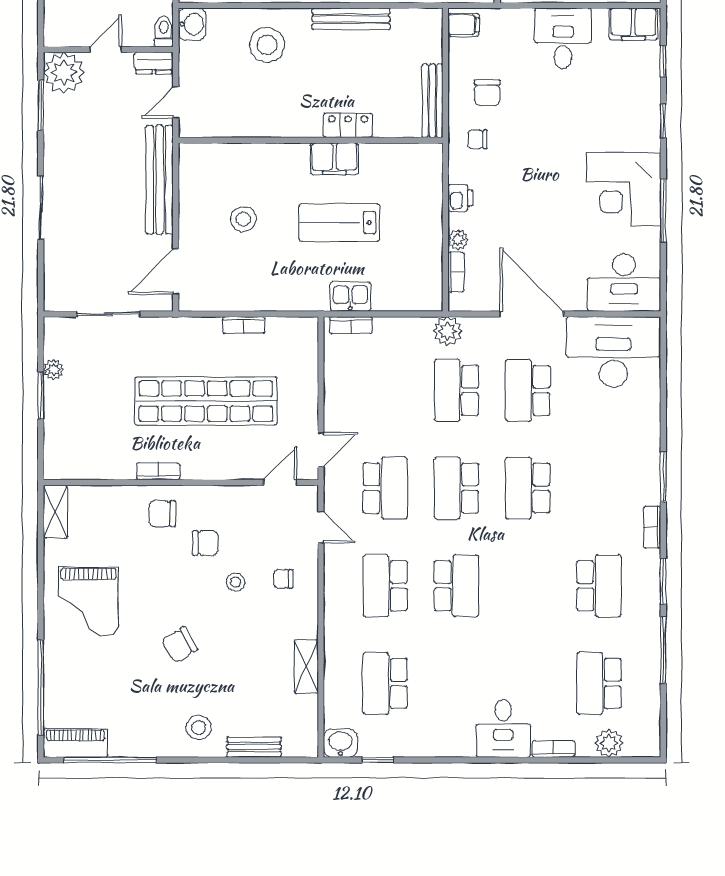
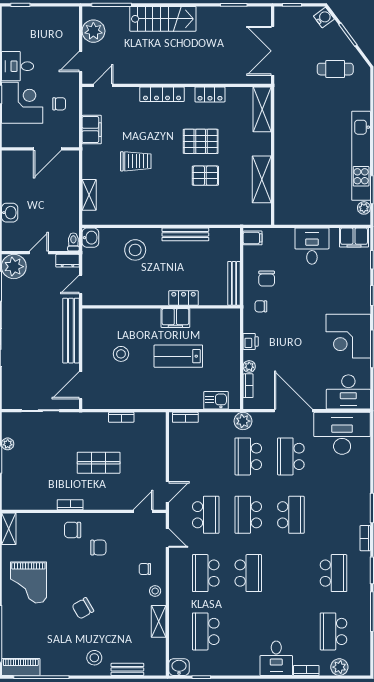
kitchen sink: (350, 297) -> (216, 400), moved
shop shelf: (206, 401) -> (99, 463), width x0.50, depth x0.74
school desk: (528, 488) -> (291, 515), turned 180
stool: (236, 582) -> (155, 591), moved

